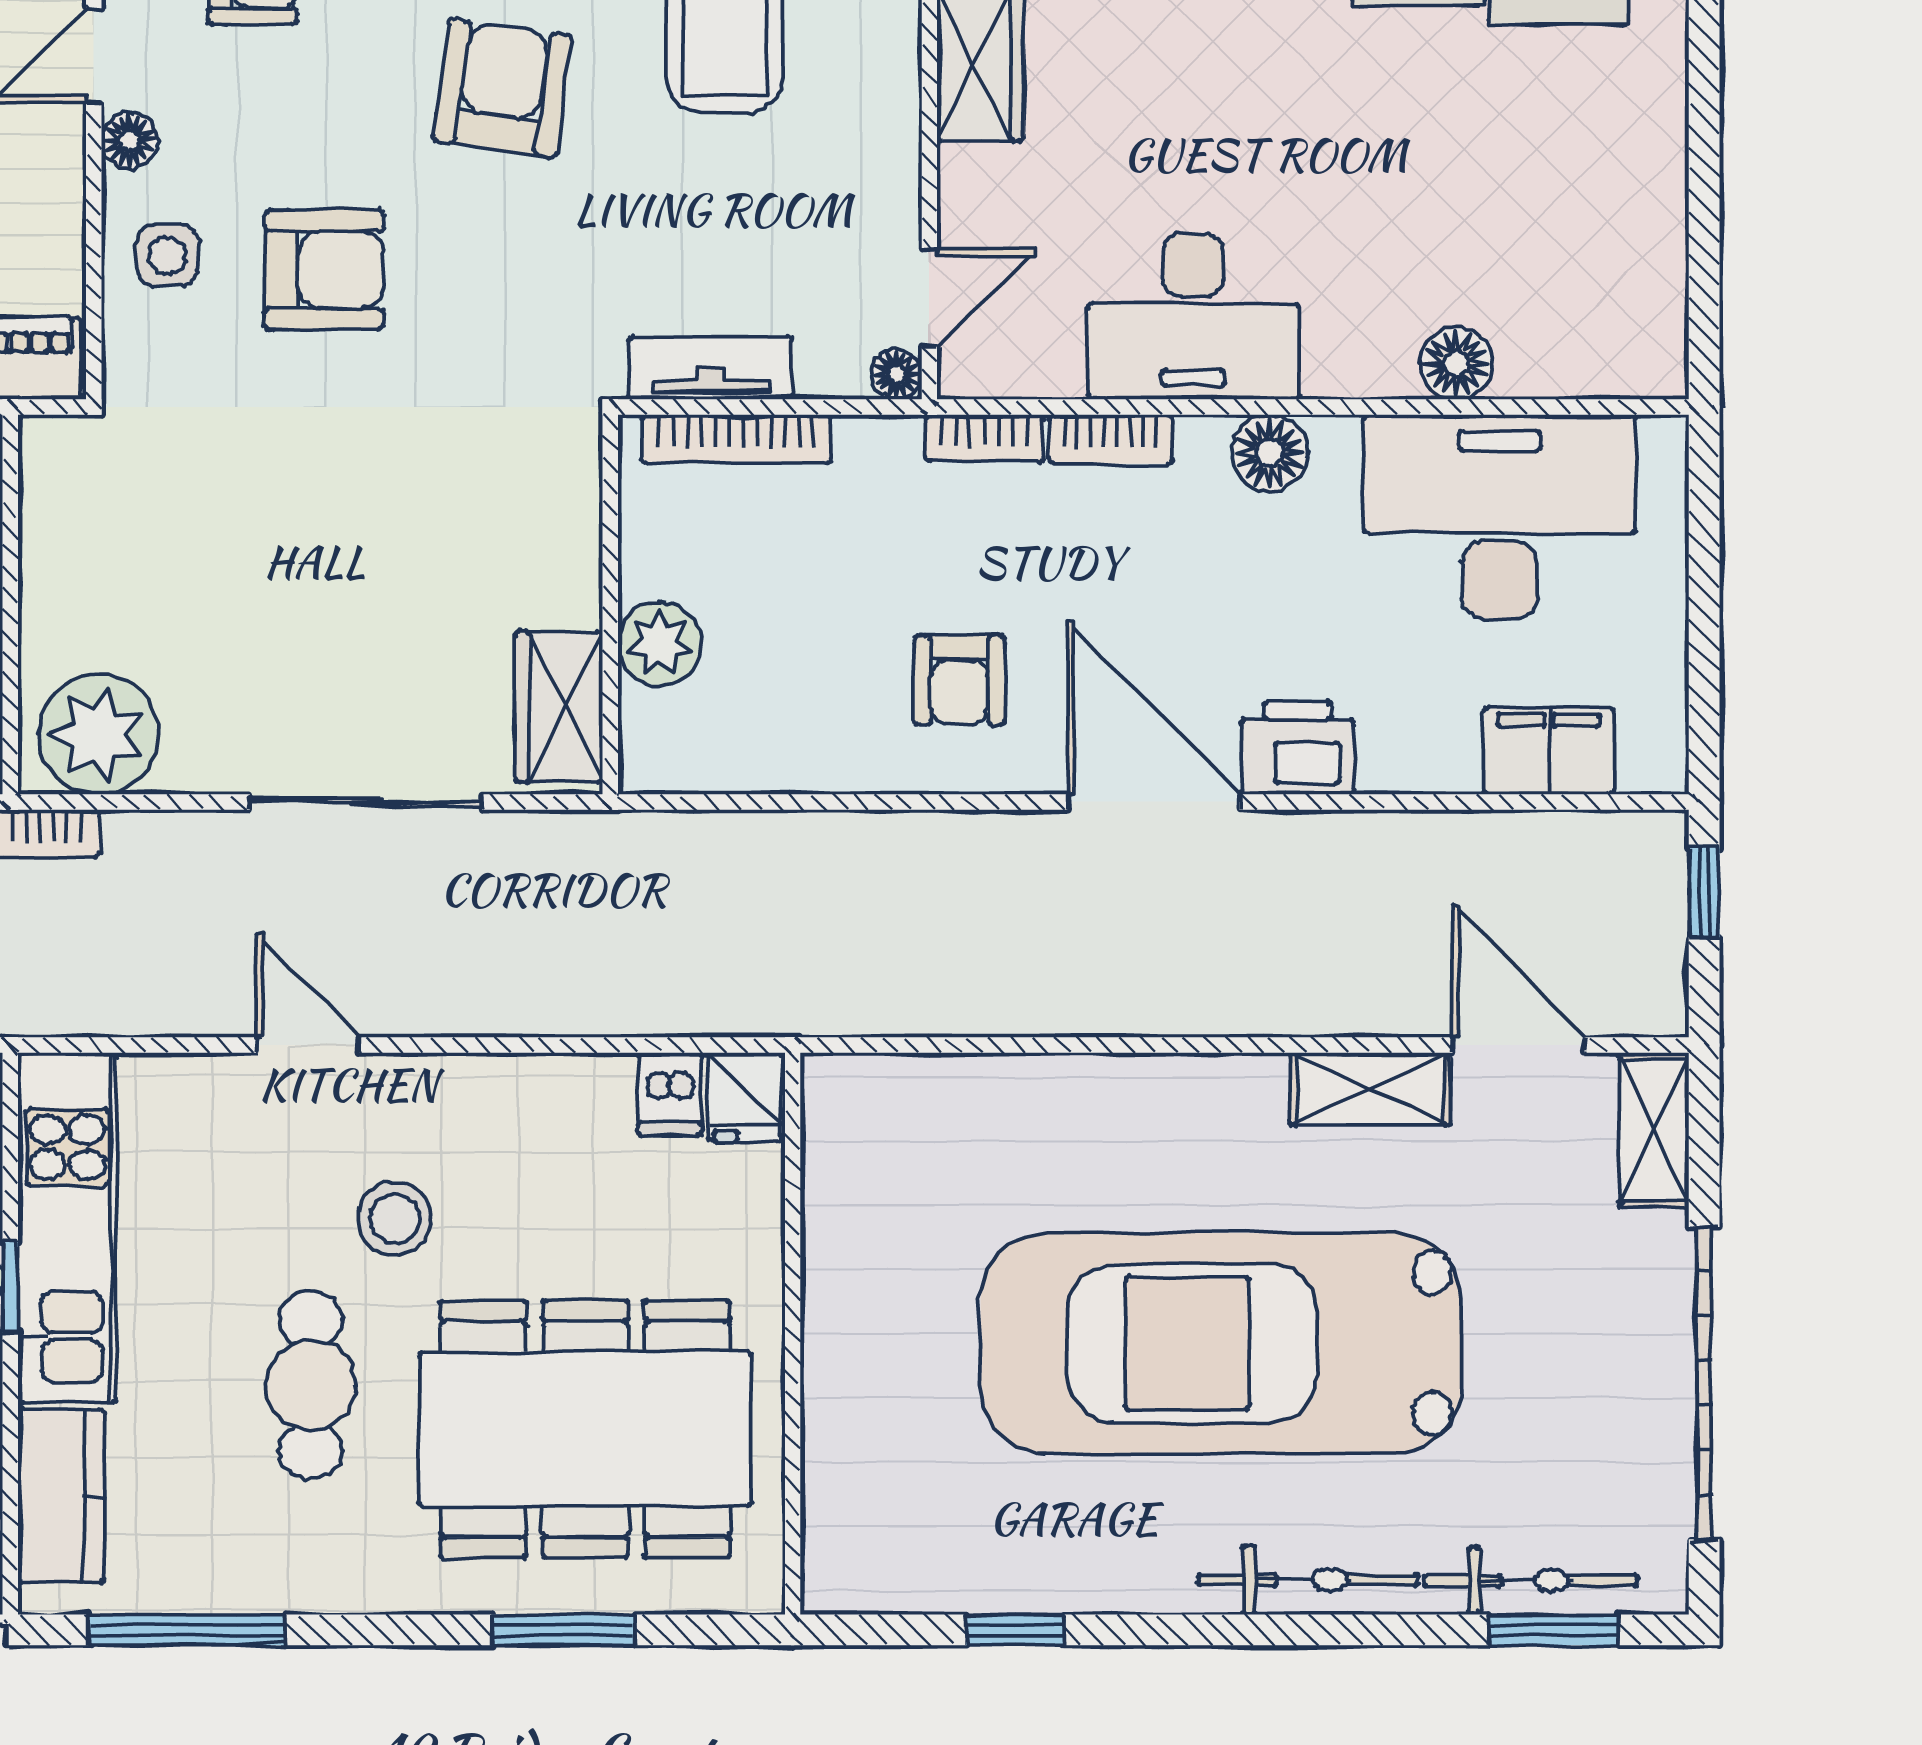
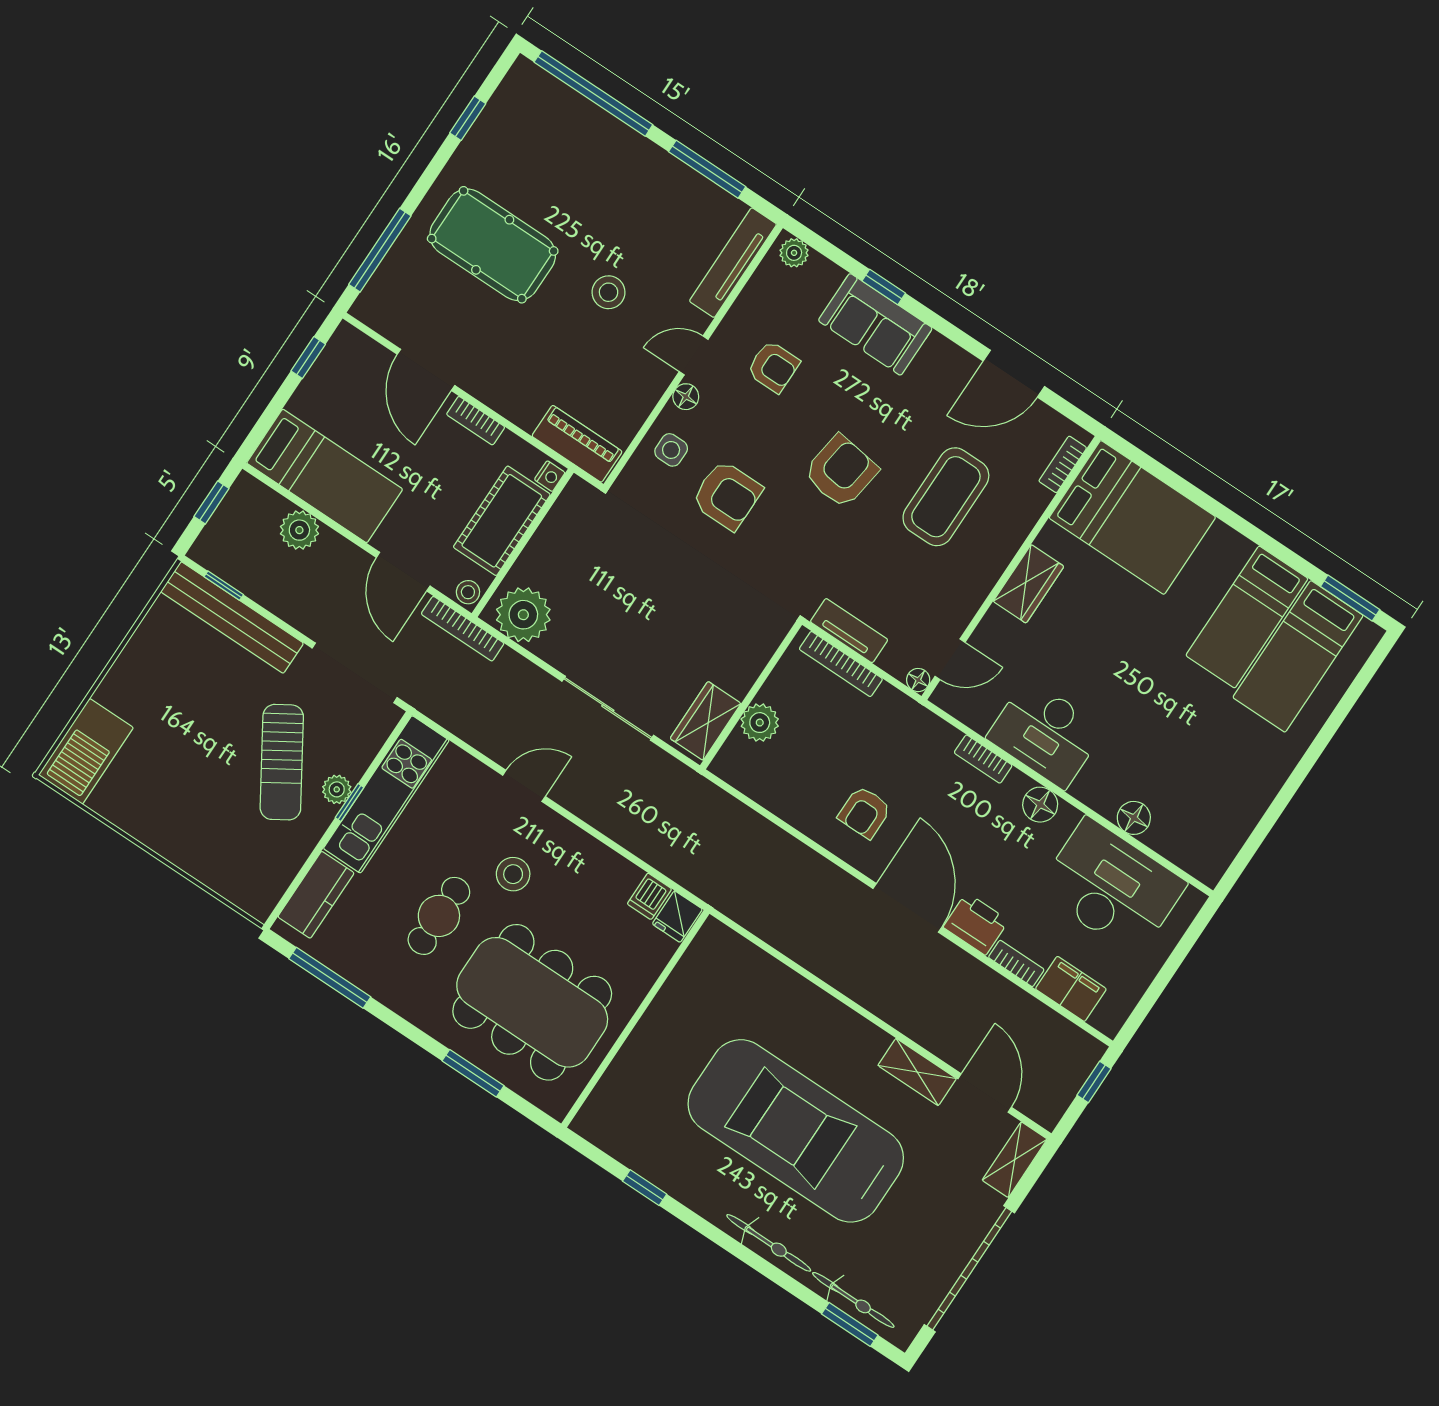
bookcase: (985, 438) -> (1016, 963), moved, turned 180
door: (307, 1045) -> (524, 786), hinge flipped

